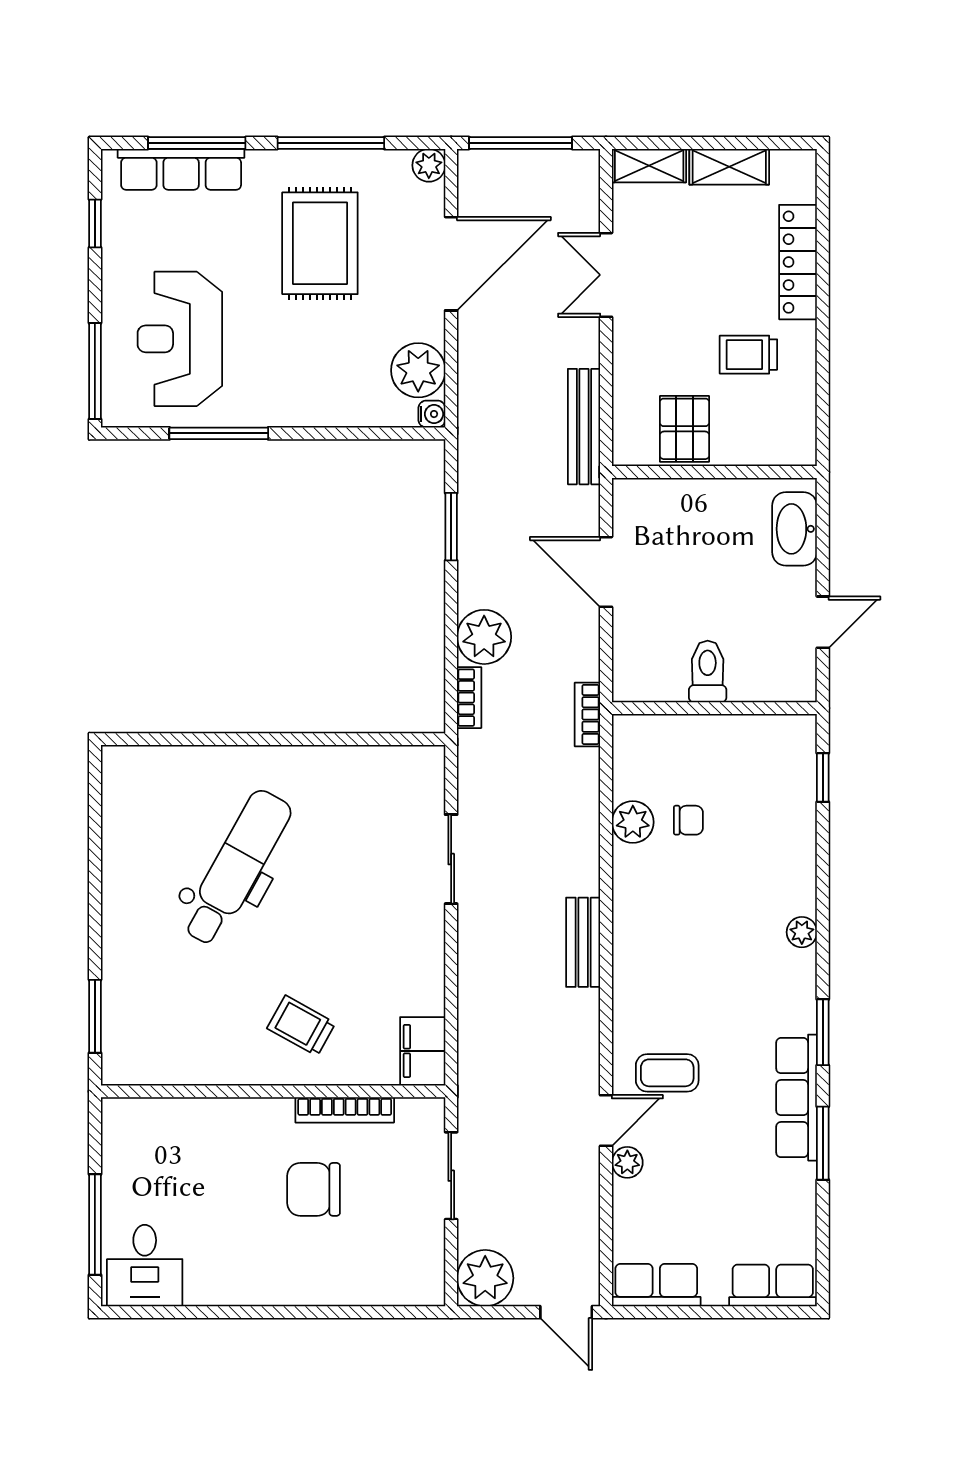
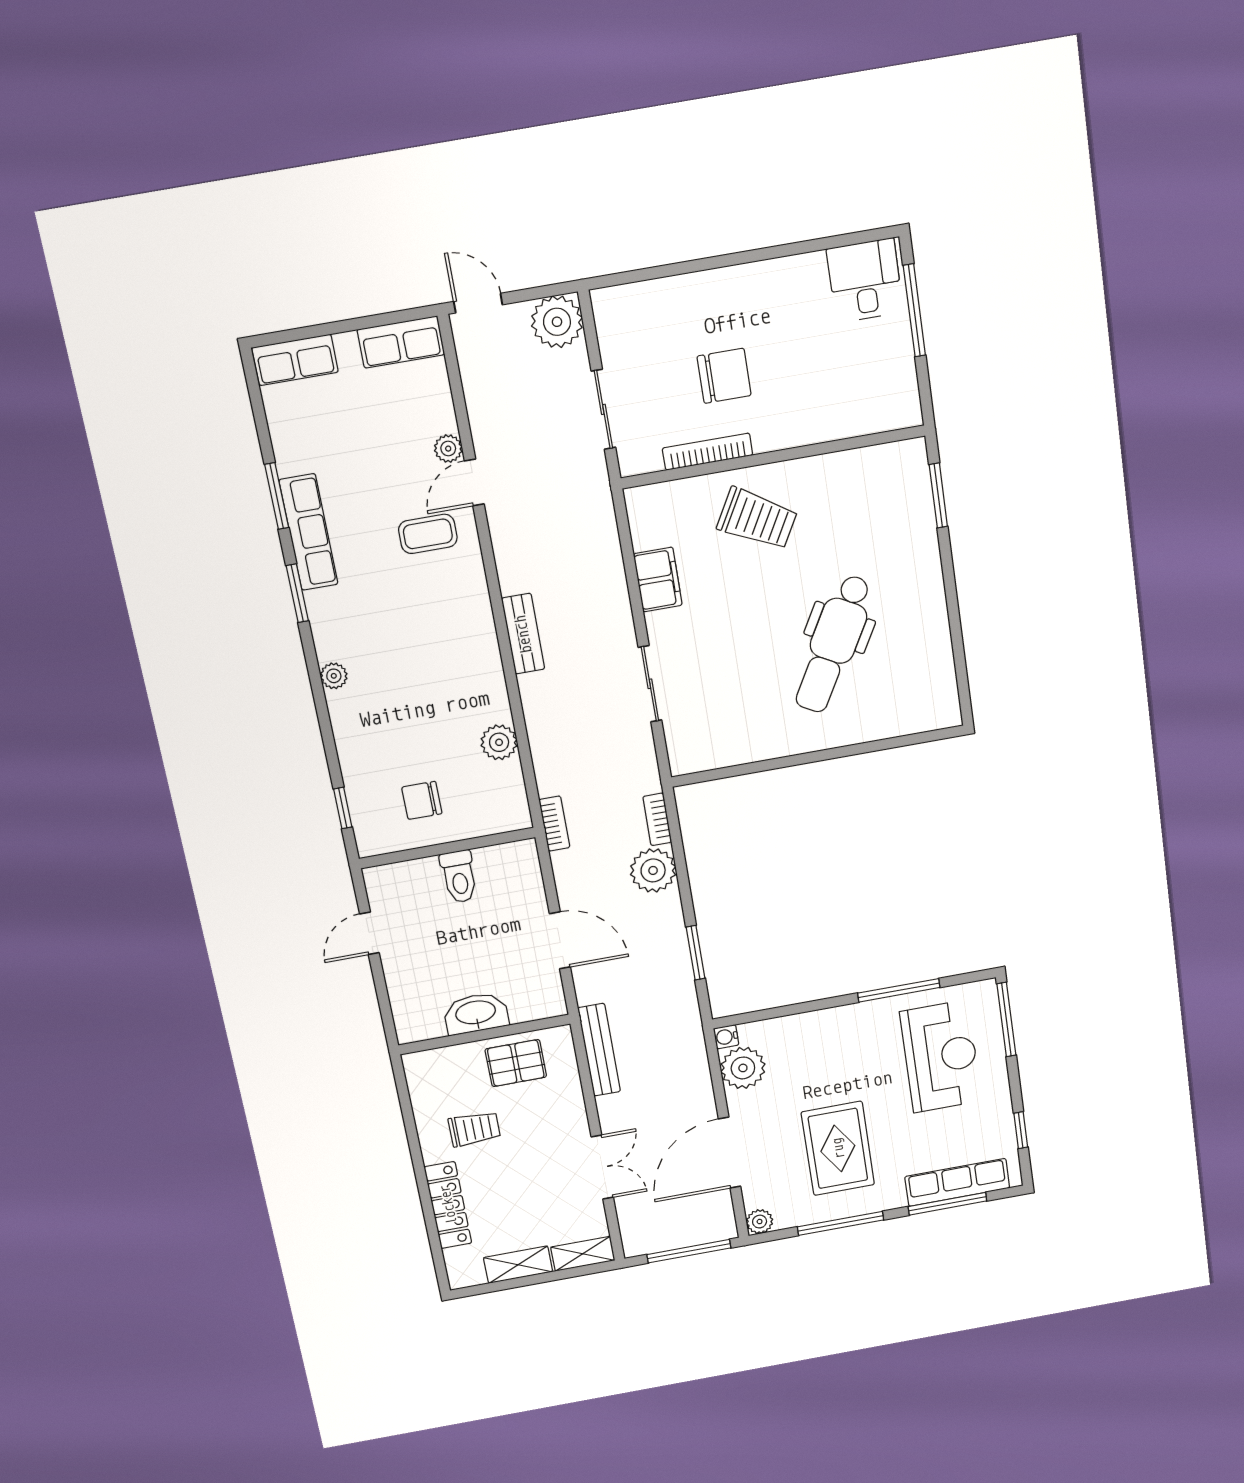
pallet: (684, 429) -> (516, 1063), turned 90
washbasin: (795, 529) -> (476, 1013), moved, turned -90
chair: (688, 820) -> (422, 800), moved, width x1.37, depth x1.37
trolley: (301, 1026) -> (757, 519), width x1.36, depth x1.39
filing cabinet: (423, 1051) -> (658, 580), moved

